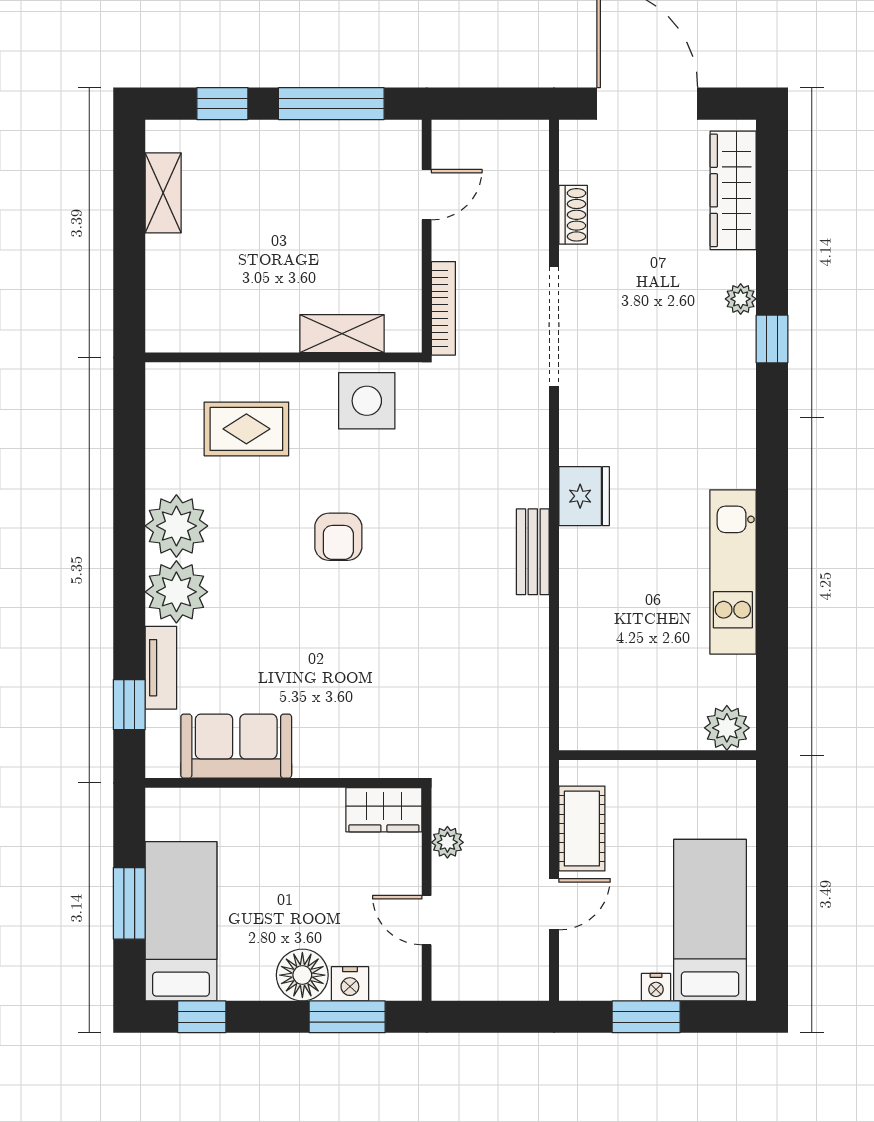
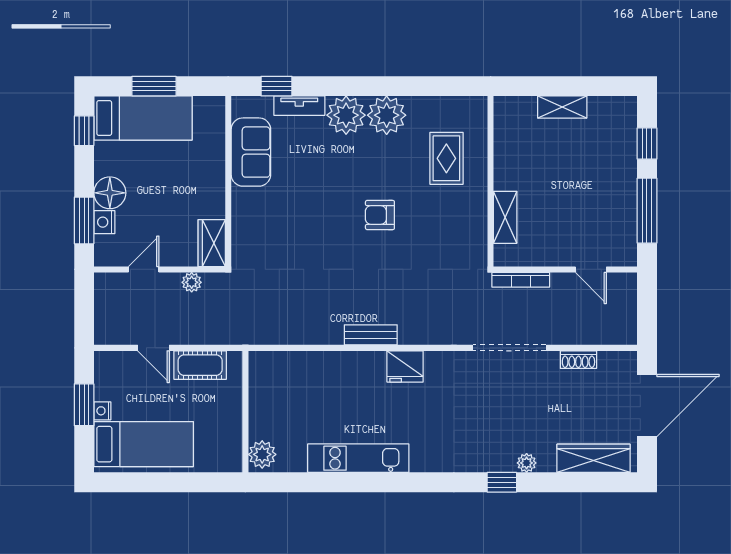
shelving: (163, 193) -> (562, 107), moved
side table: (367, 401) -> (464, 233), removed

